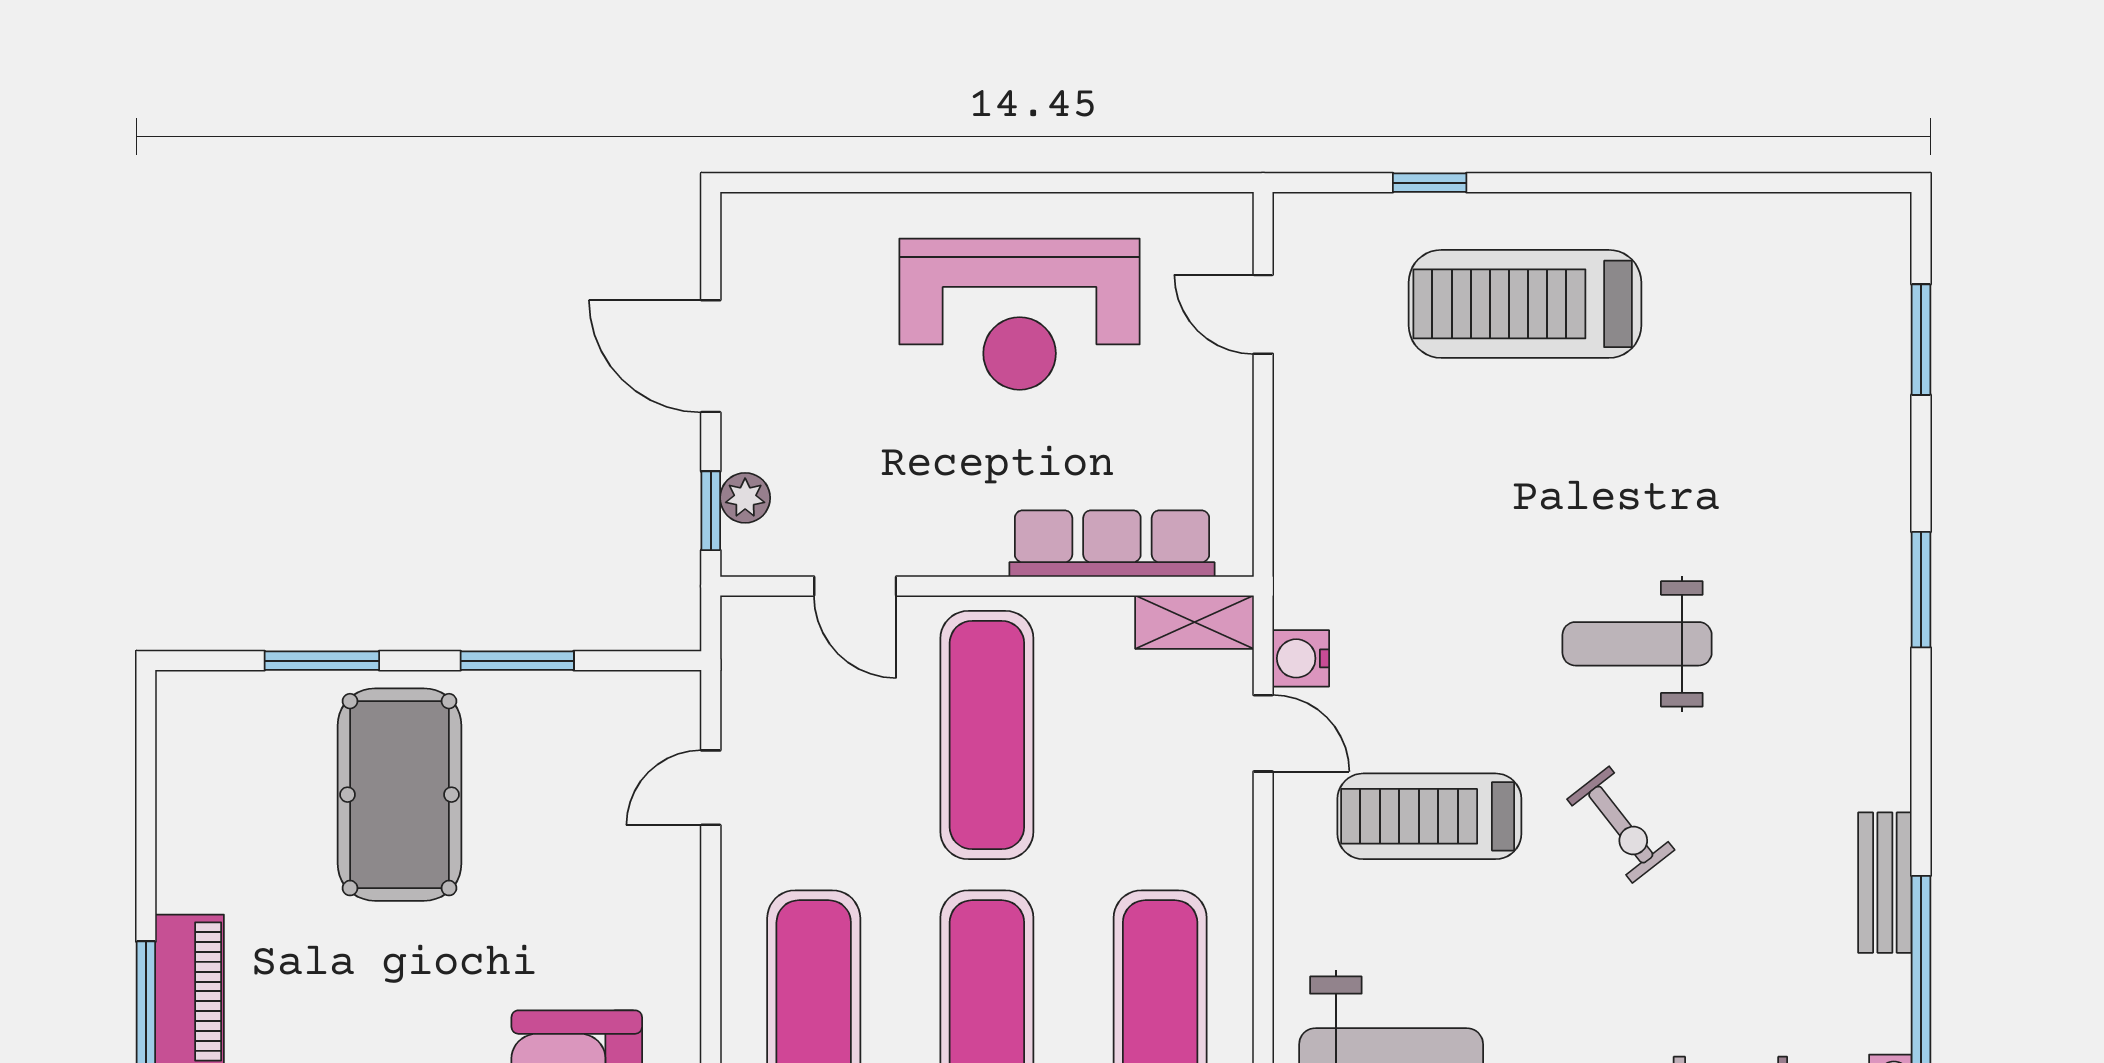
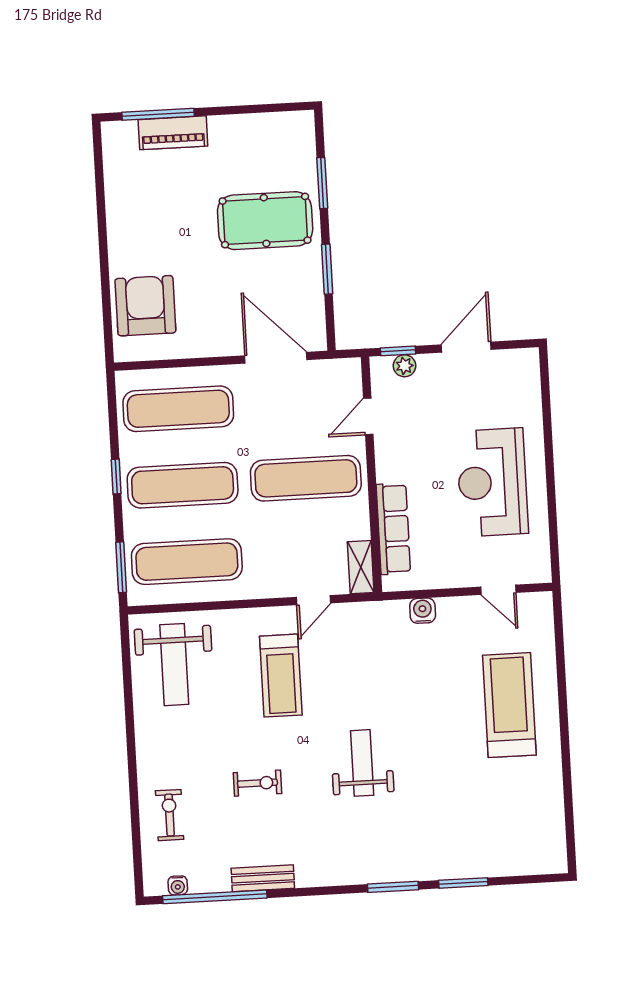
window: (1430, 183) -> (560, 660), removed
door: (1263, 314) -> (498, 590), swing flipped
window: (1921, 340) -> (463, 883), moved
water cooler: (1301, 658) -> (423, 611), moved
door: (711, 788) -> (276, 358), width x1.88
treadmill: (1429, 816) -> (281, 676), turned 180
exercise bike: (1621, 825) -> (257, 783), moved, turned -142

